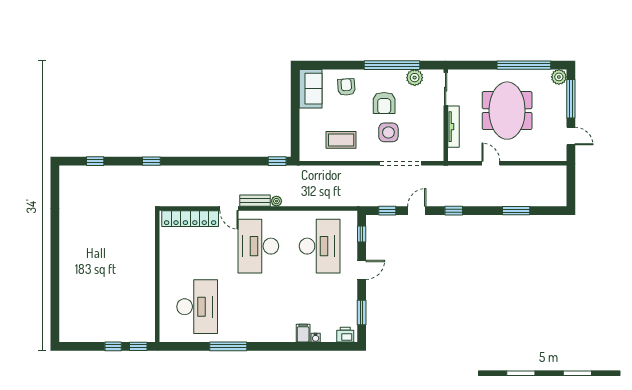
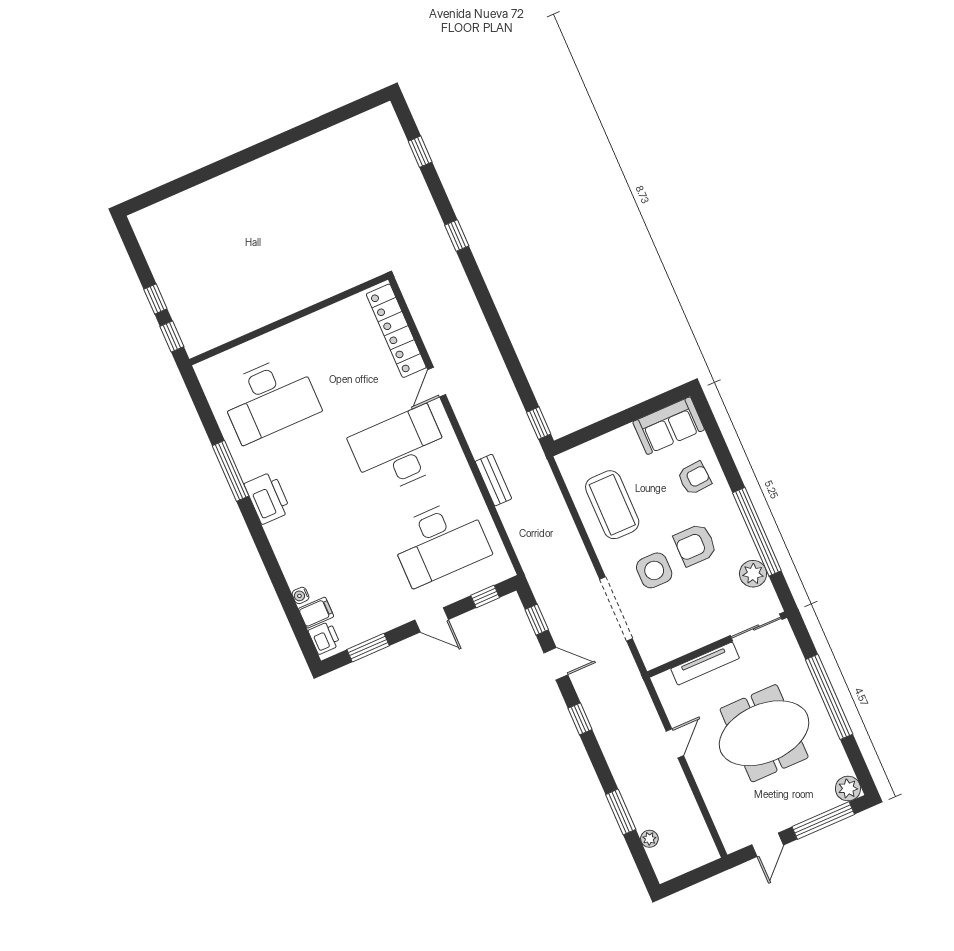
window: (524, 65) -> (829, 697), moved
coffee table: (341, 140) -> (612, 505), width x1.36, depth x1.32
bench: (255, 201) -> (493, 480), moved
plant: (276, 201) -> (649, 839), moved
printer: (253, 332) -> (268, 498), added
filing cabinet: (303, 333) -> (316, 613), moved

